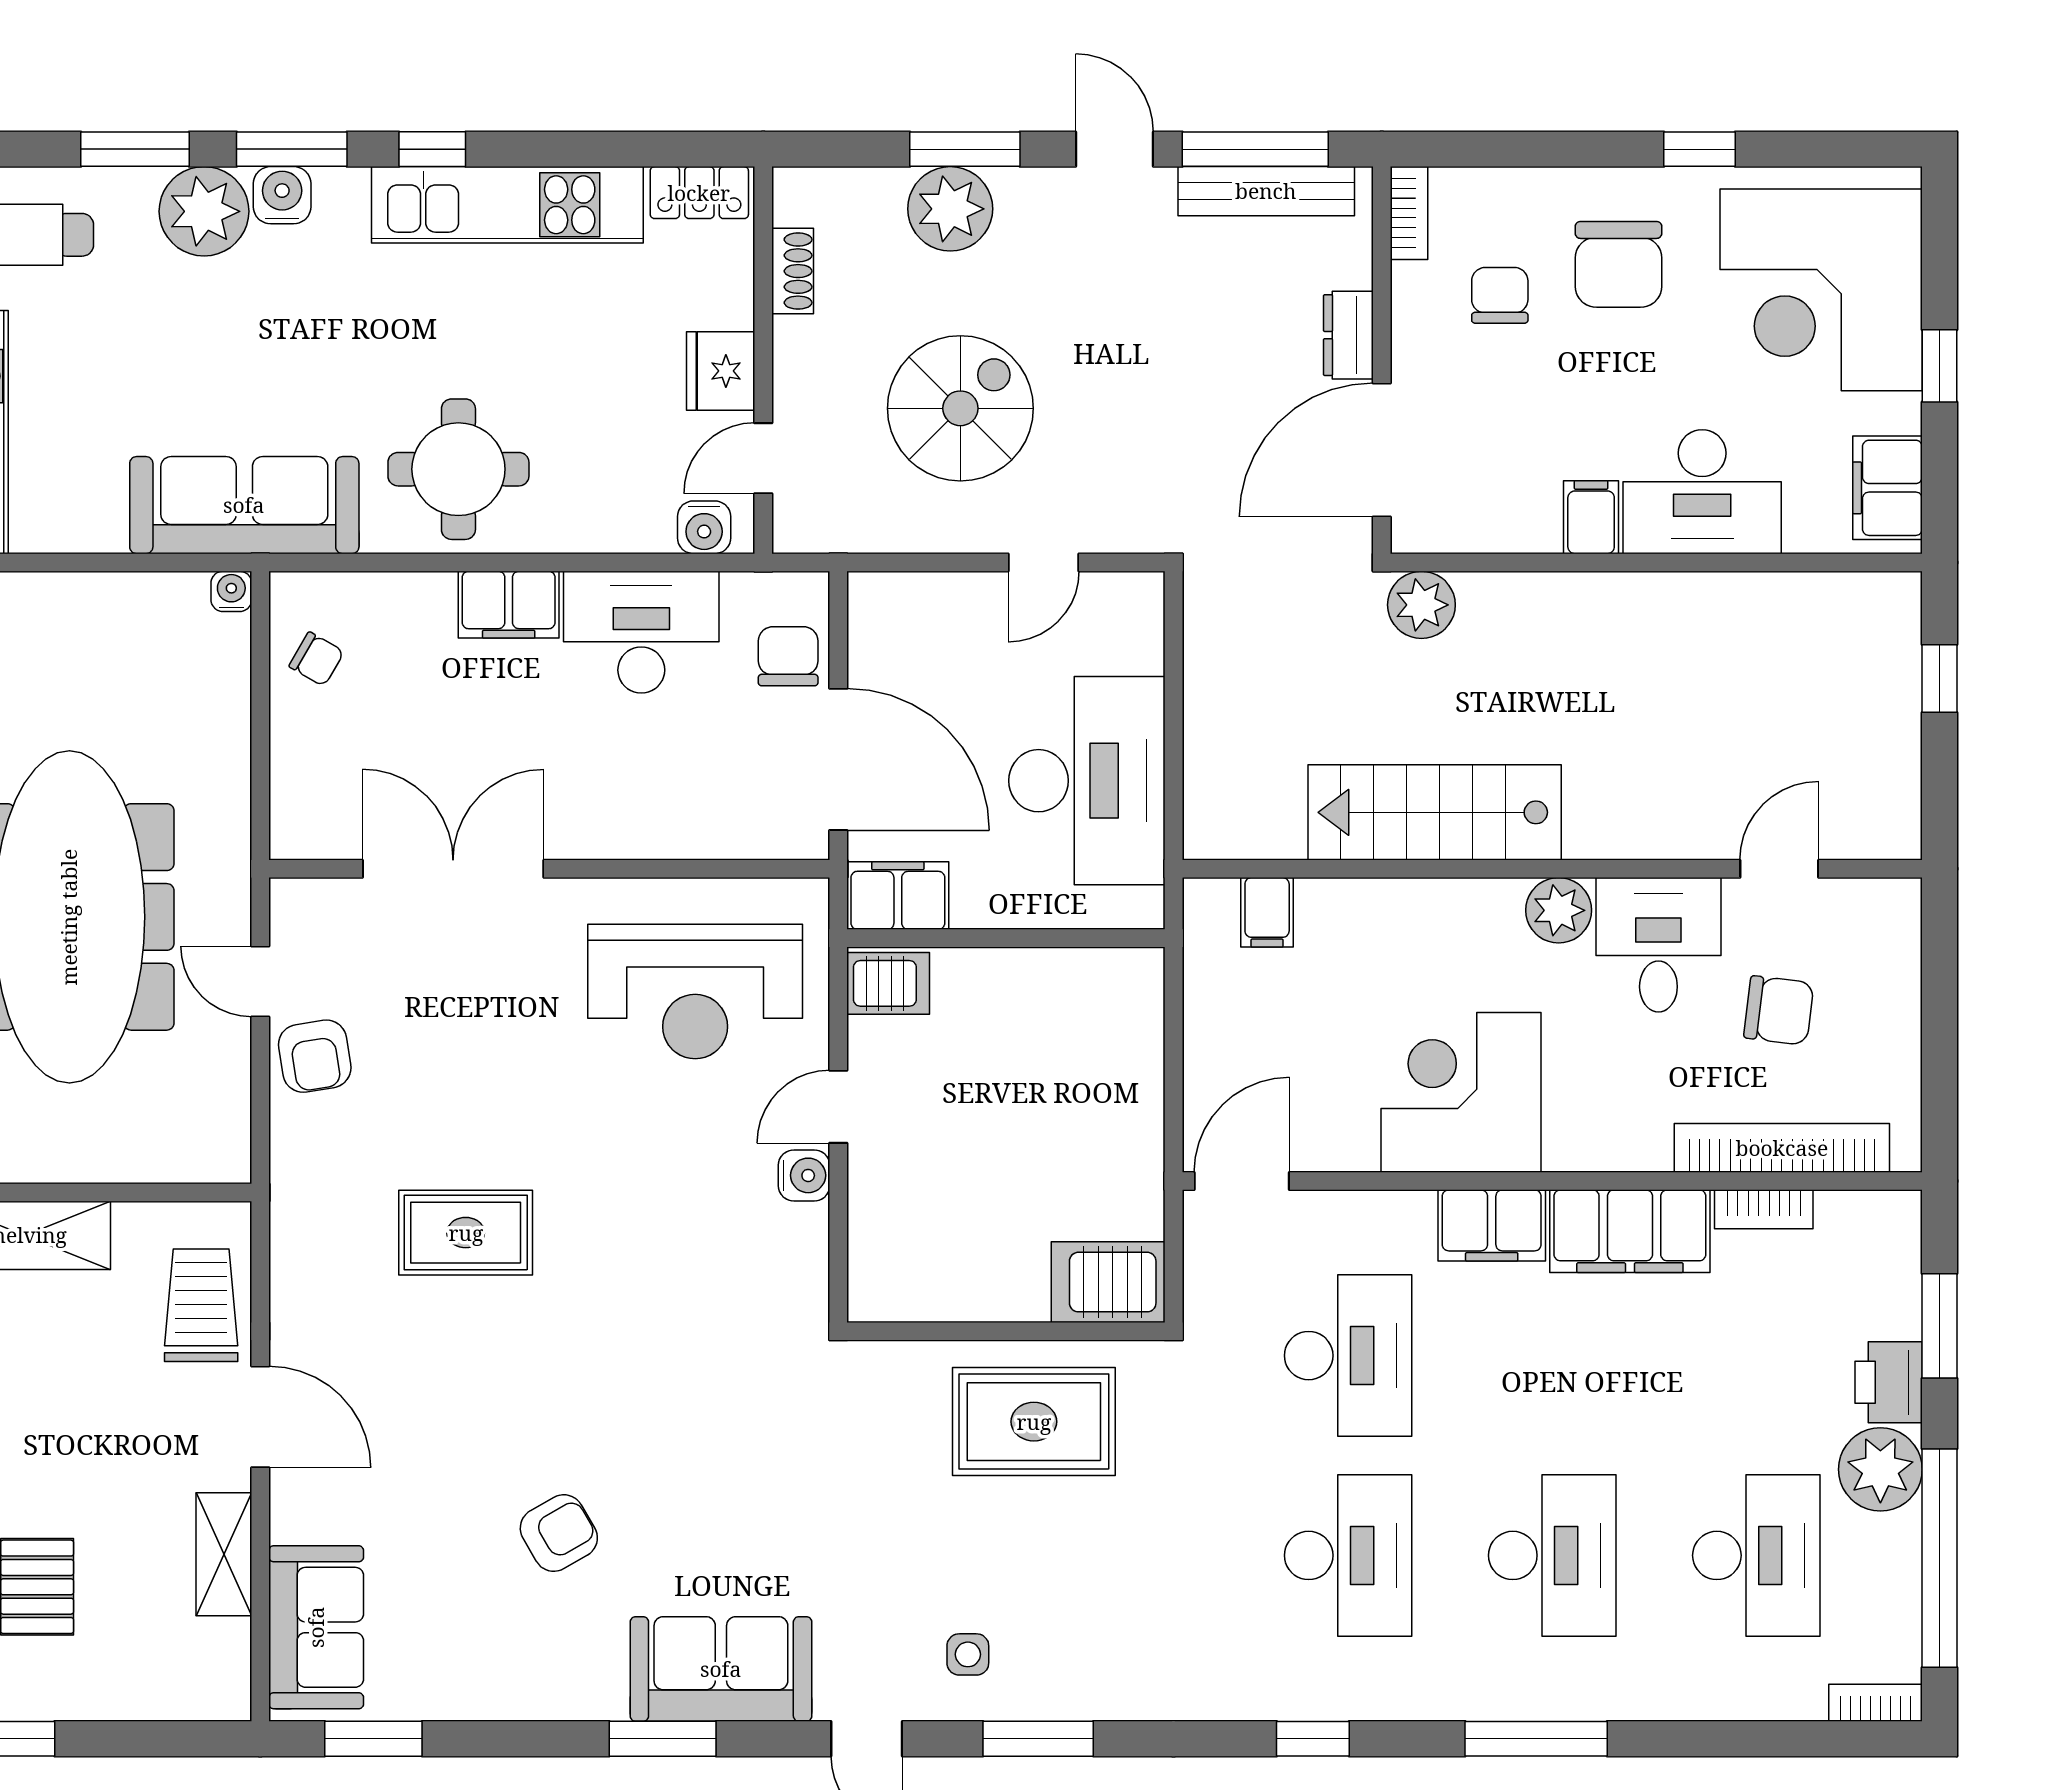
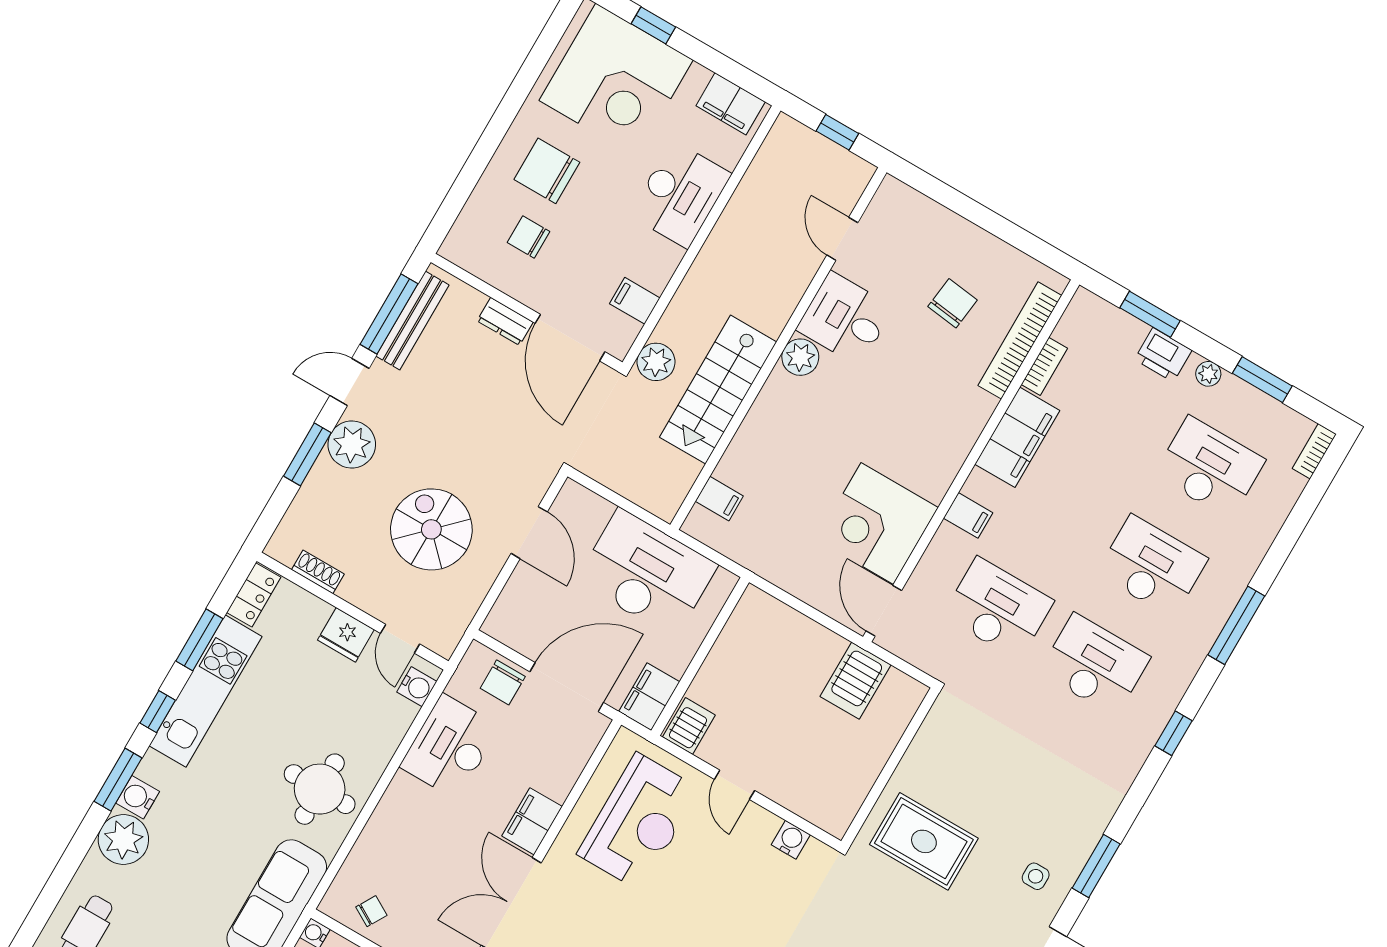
window: (135, 149) -> (199, 640), moved
window: (1699, 149) -> (514, 99), removed
plant: (950, 209) -> (352, 445), moved
bookcase: (1409, 213) -> (463, 258), removed
chair: (1618, 264) -> (547, 171), turned 180
window: (1939, 366) -> (653, 25), moved
filing cabinet: (1591, 517) -> (635, 301), moved
door: (1044, 562) -> (529, 533), width x1.38
filing cabinet: (509, 605) -> (532, 821), moved, turned 180
chair: (788, 656) -> (503, 682), turned -90
stairs: (1435, 812) -> (718, 390), moved
wall: (1552, 869) -> (778, 349), moved
door: (1779, 869) -> (842, 239), moved
plant: (1559, 910) -> (800, 357), moved
filing cabinet: (1267, 912) -> (719, 499), moved
desk: (1658, 945) -> (845, 319), moved
corner desk: (1461, 1092) -> (877, 524), moved
water cooler: (804, 1175) -> (791, 840), moved
filing cabinet: (1492, 1225) -> (968, 515), width x0.50
server rack: (1108, 1282) -> (855, 681), moved
rug: (1034, 1422) -> (924, 841), moved, turned 90
plant: (1880, 1469) -> (1208, 374), width x0.53, depth x0.53
window: (1939, 1558) -> (1262, 380), width x0.47

